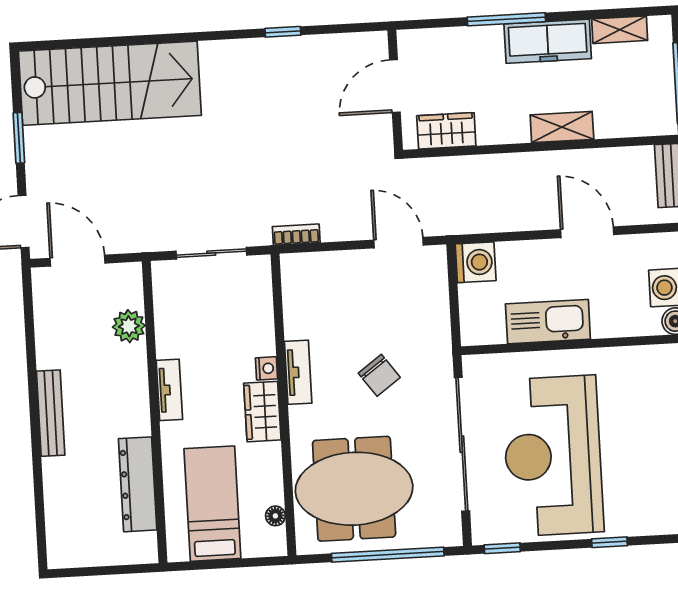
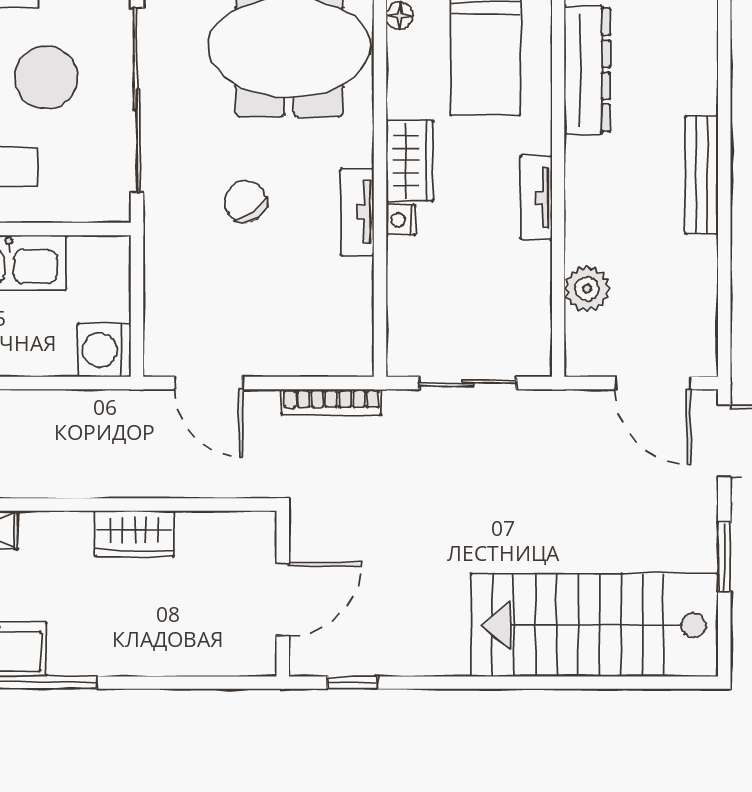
door: (395, 86) -> (283, 599), moved
wall: (395, 90) -> (283, 594), moved
bookcase: (296, 235) -> (331, 402), width x1.56

